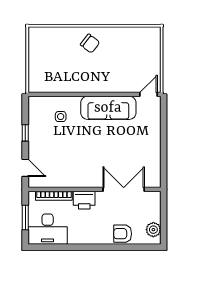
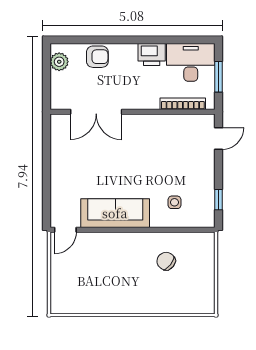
chair: (90, 44) -> (166, 261), moved
window: (25, 133) -> (219, 200), moved
door: (25, 168) -> (219, 138), swing flipped
printer: (84, 200) -> (152, 54), moved, turned 180

